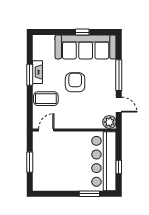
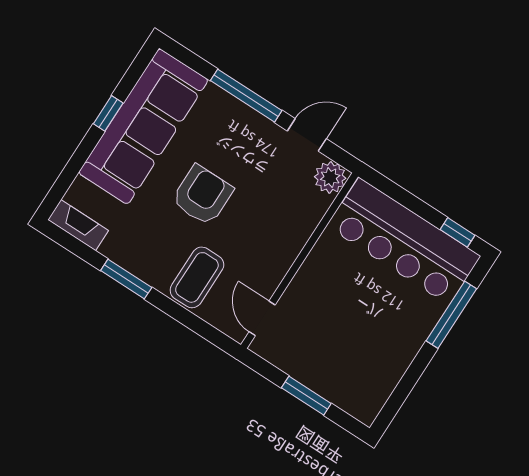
fireplace: (37, 72) -> (78, 225), moved
armchair: (75, 82) -> (202, 195), turned 90
window: (119, 167) -> (457, 232), moved
window: (89, 194) -> (451, 315), width x1.44

